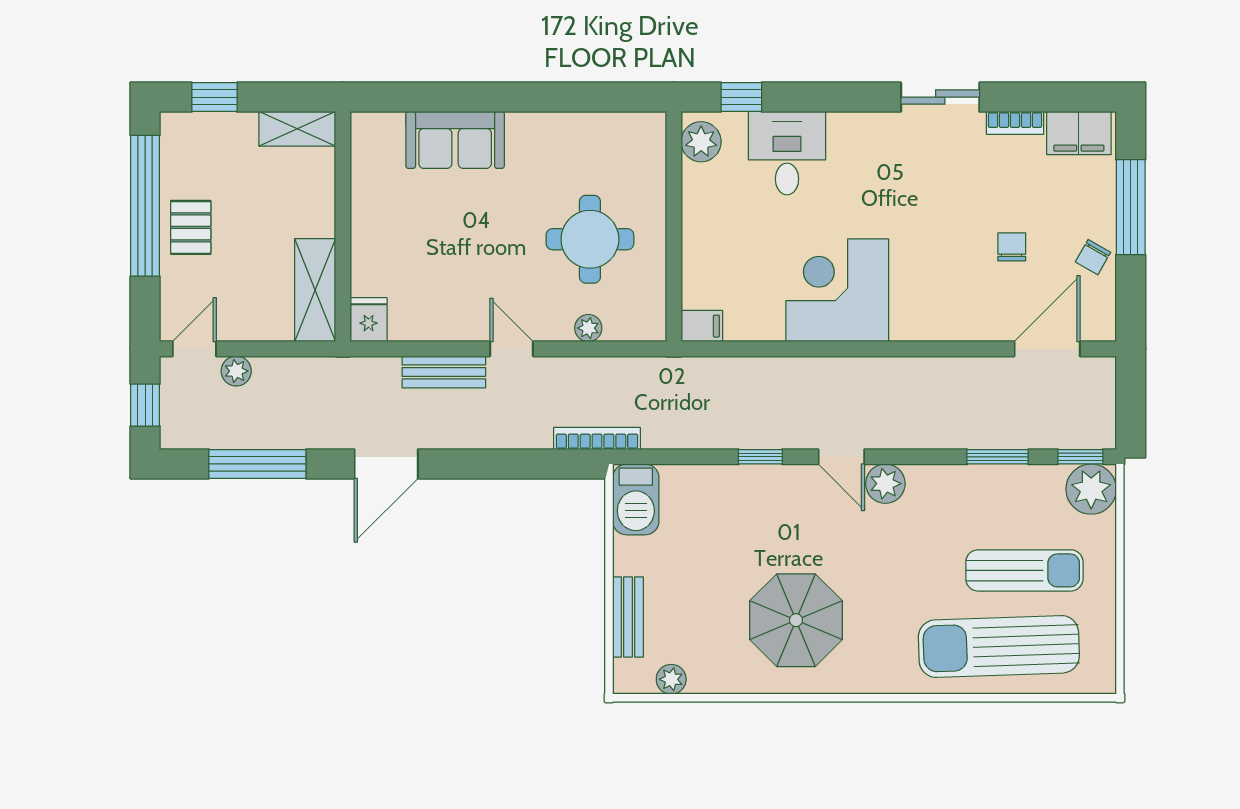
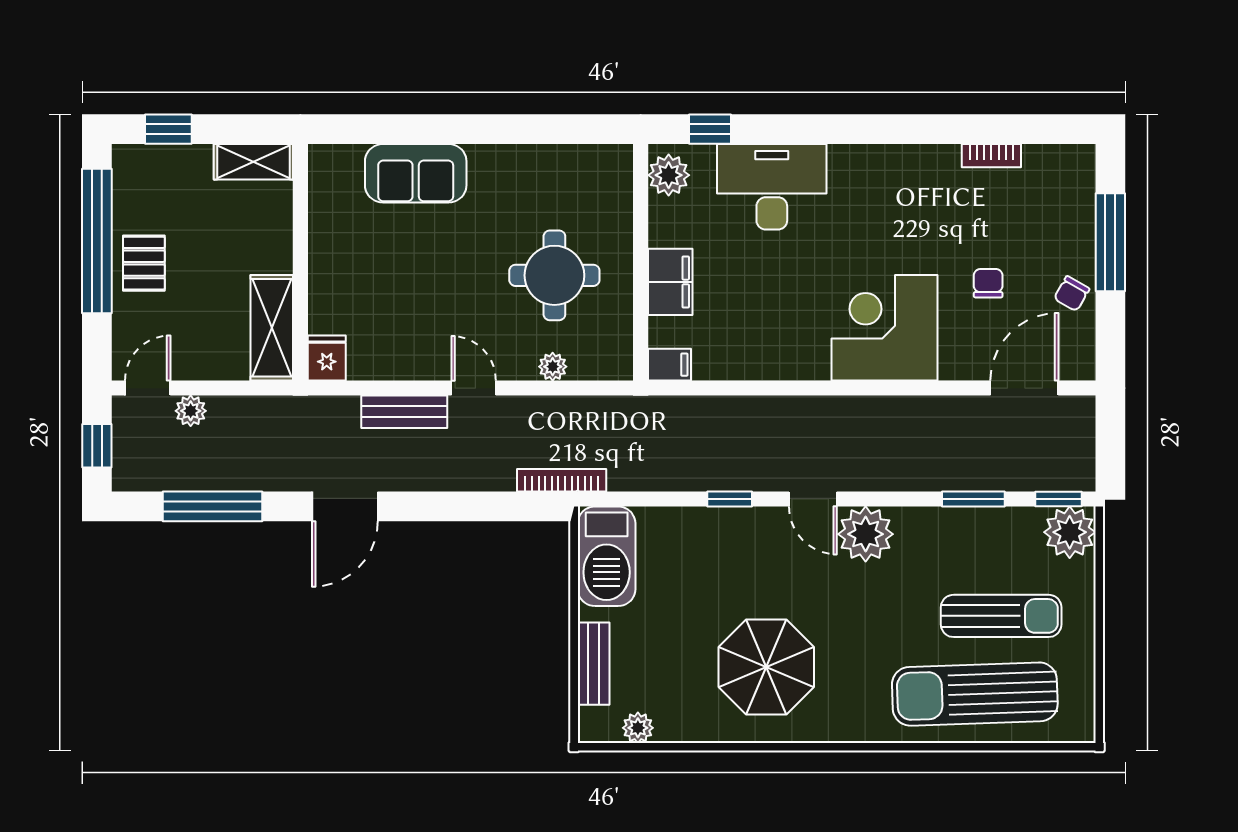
sliding door: (940, 97) -> (915, 129), removed
filing cabinet: (1079, 133) -> (670, 282), moved, turned -90
desk: (787, 153) -> (772, 187), width x1.37
corner desk: (837, 290) -> (885, 328), moved
plant: (885, 484) -> (866, 534), width x1.36, depth x1.36
barbecue: (636, 499) -> (607, 556), width x1.37, depth x1.21

